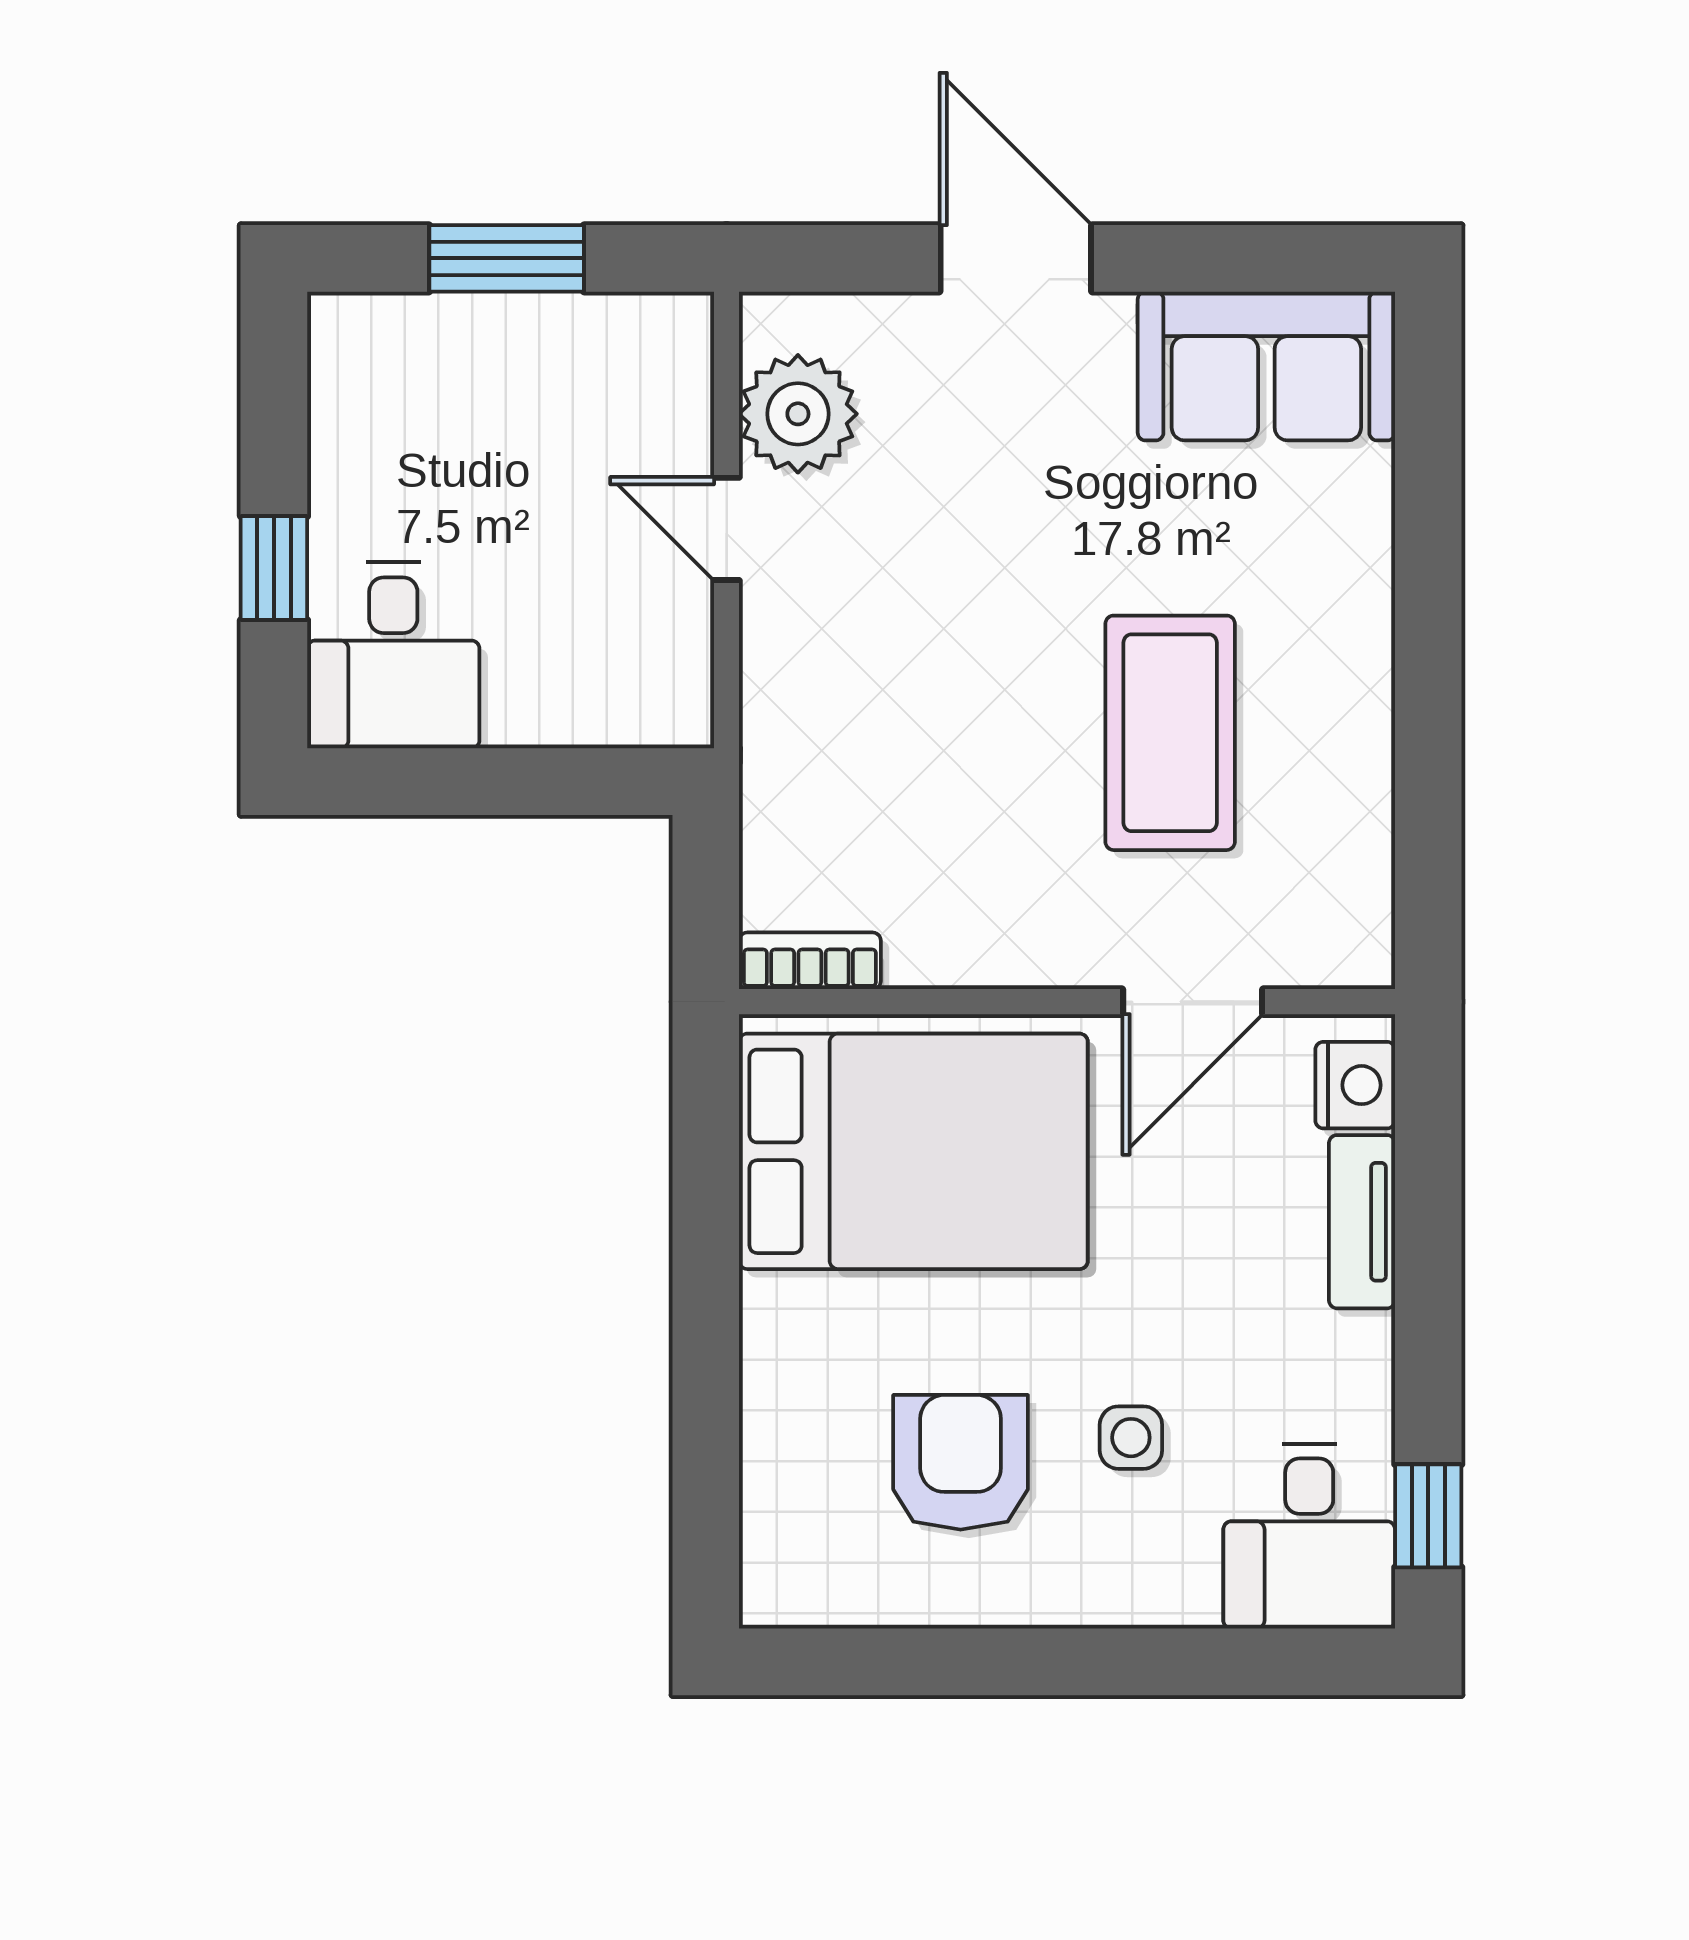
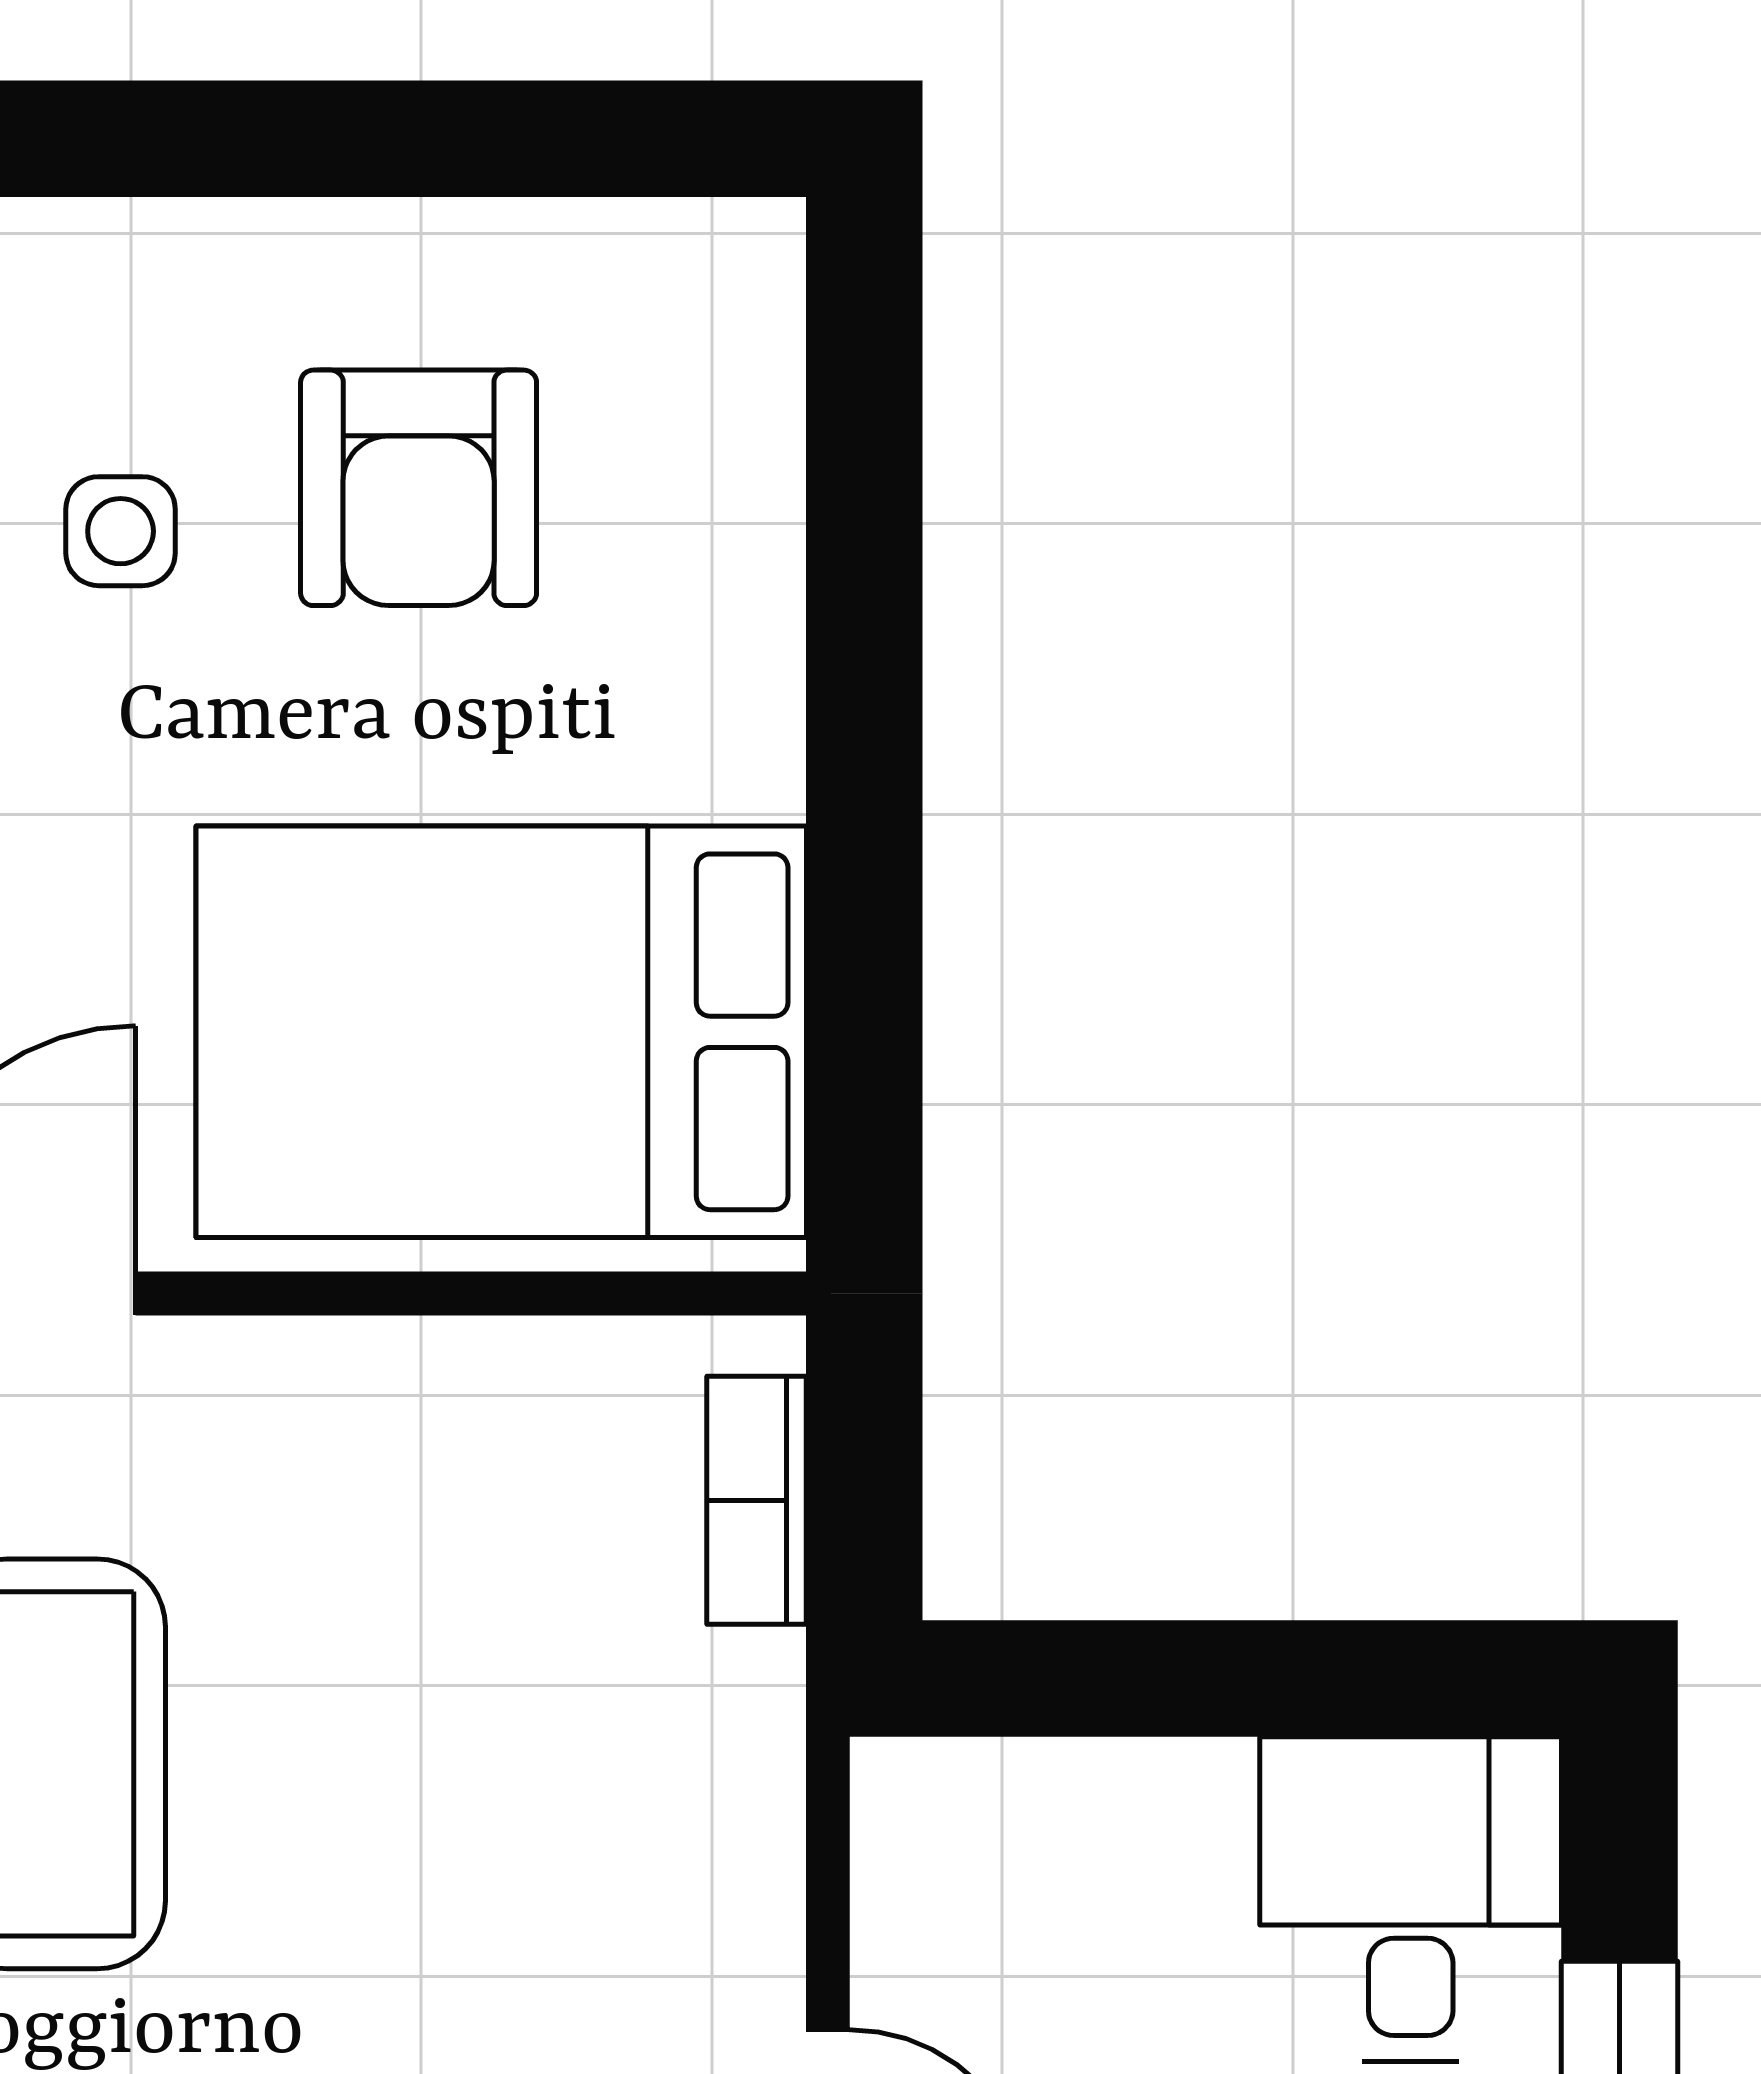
bookcase: (810, 961) -> (757, 1500), moved, turned 90

